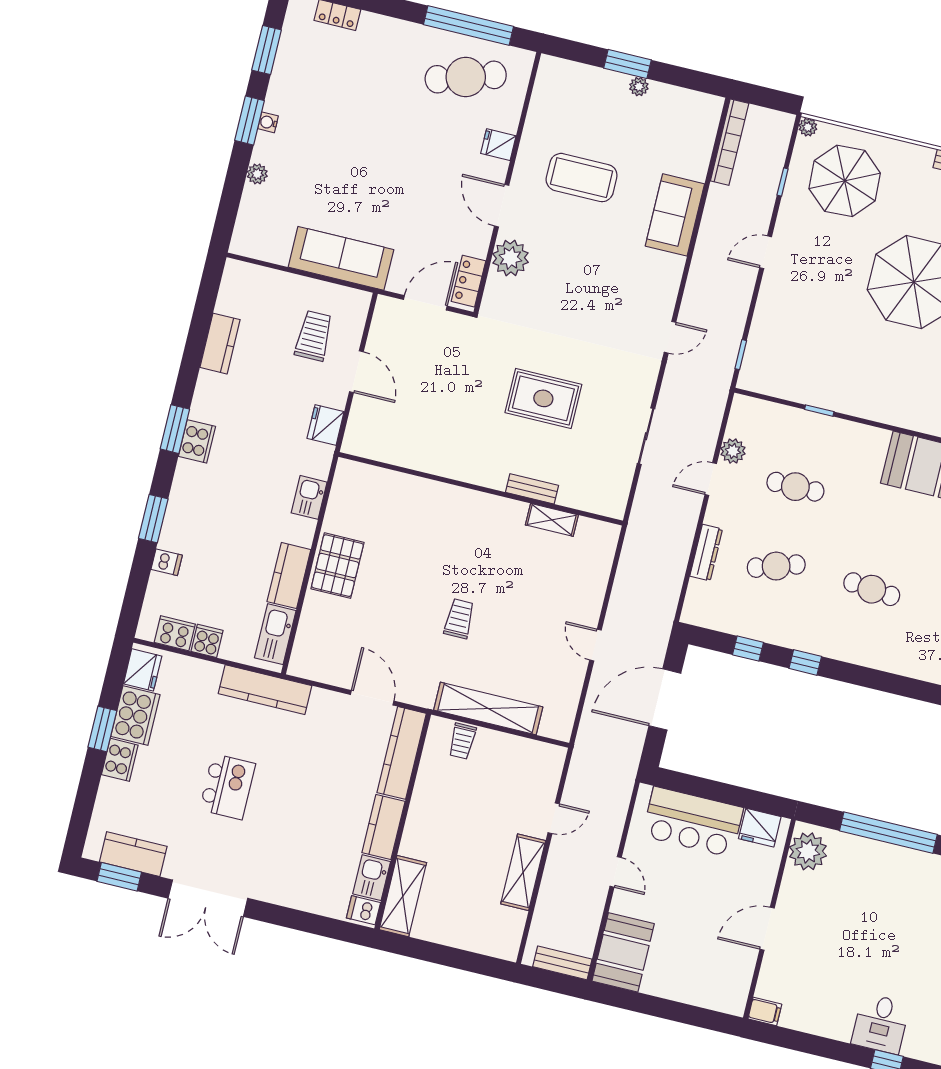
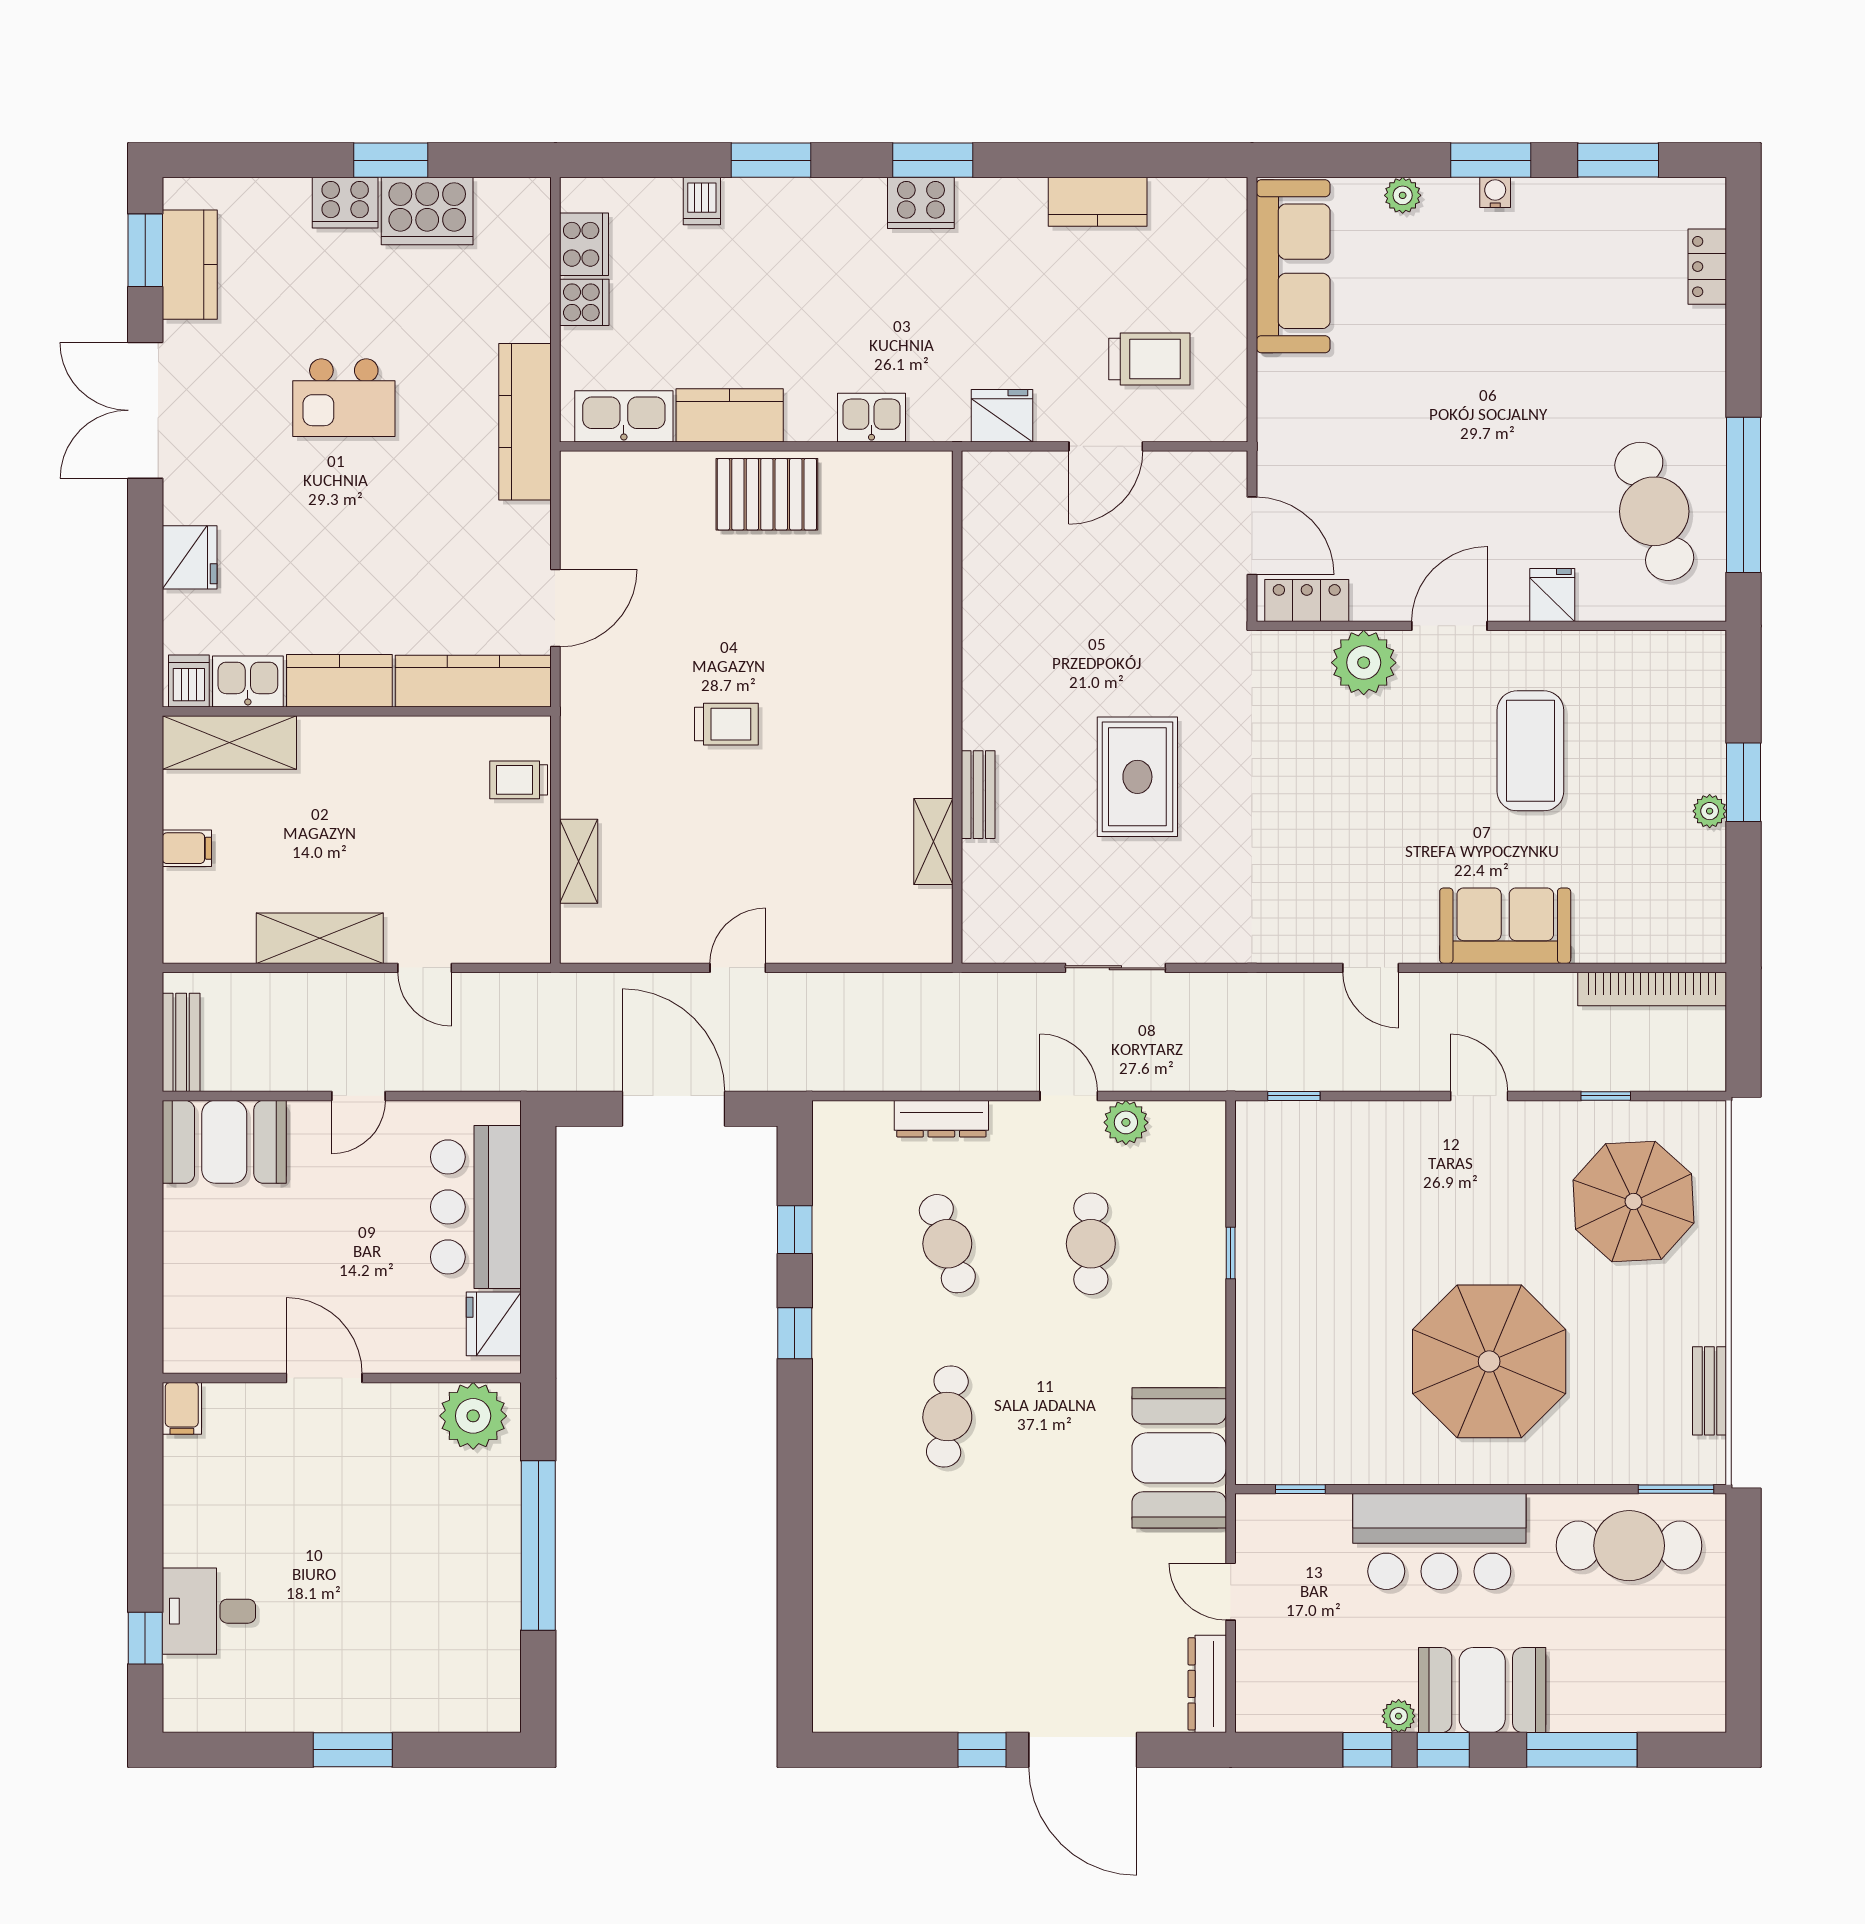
plant: (808, 127) -> (1710, 1116), removed
sofa: (341, 258) -> (1293, 266), moved
door: (670, 337) -> (1371, 968), moved
fridge: (143, 670) -> (190, 557), moved, turned -90
shelving: (488, 709) -> (579, 861), width x0.45, depth x0.75
filing cabinet: (456, 934) -> (187, 848), added

